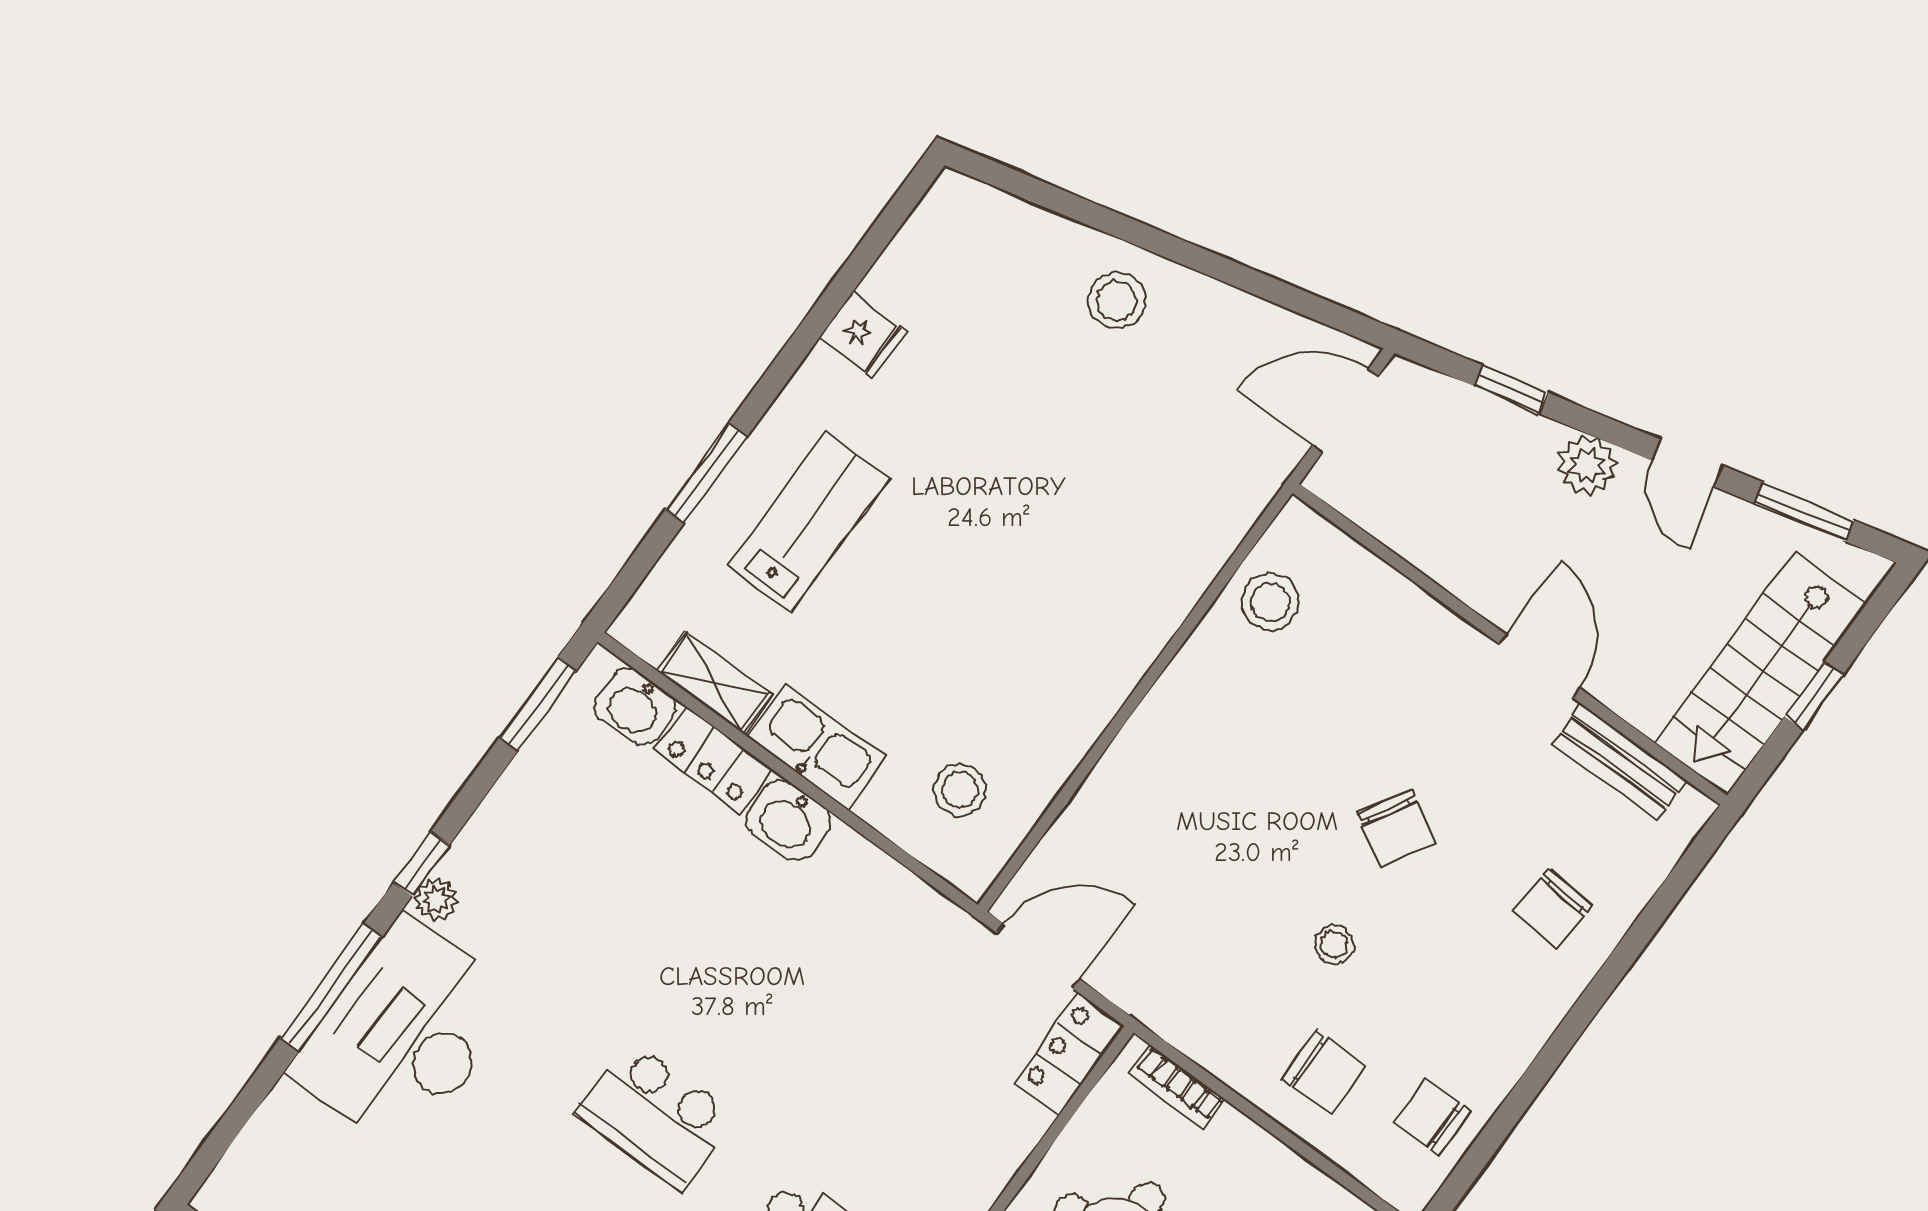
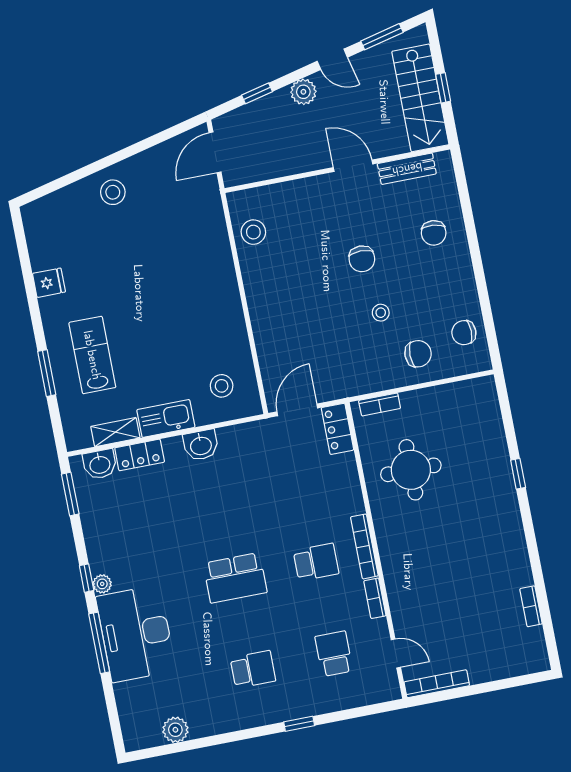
washbasin: (788, 820) -> (201, 445), moved
chair: (1396, 828) -> (362, 259), turned 60

